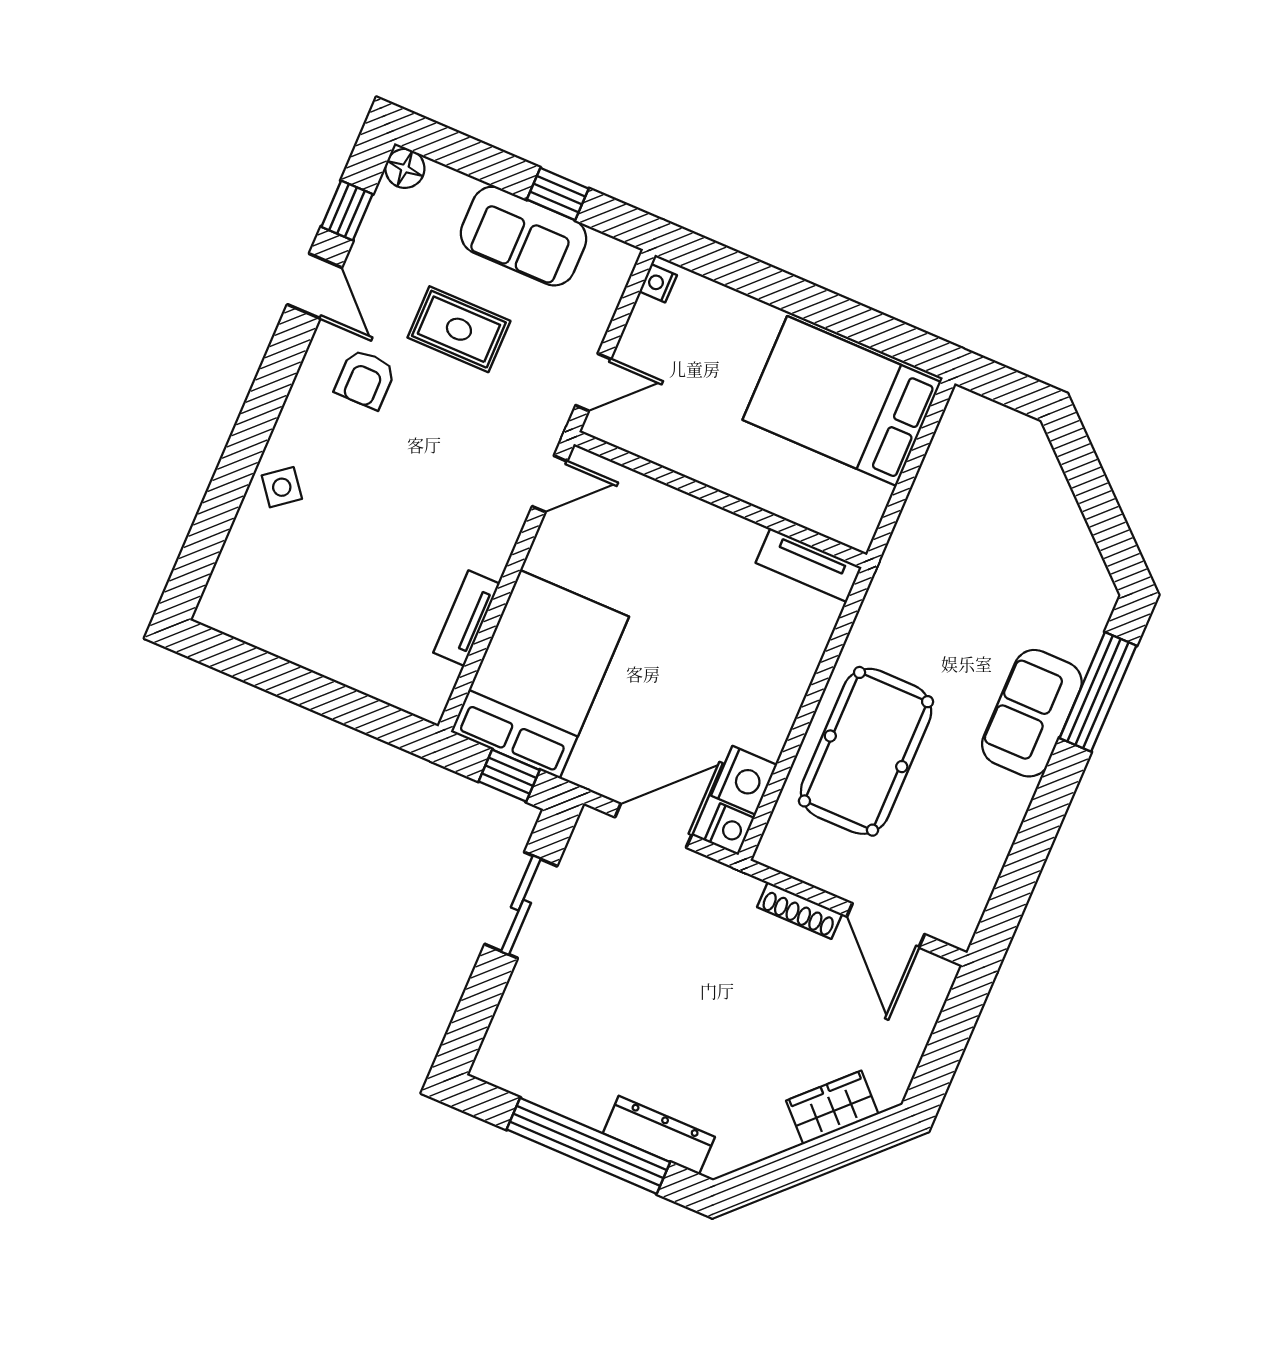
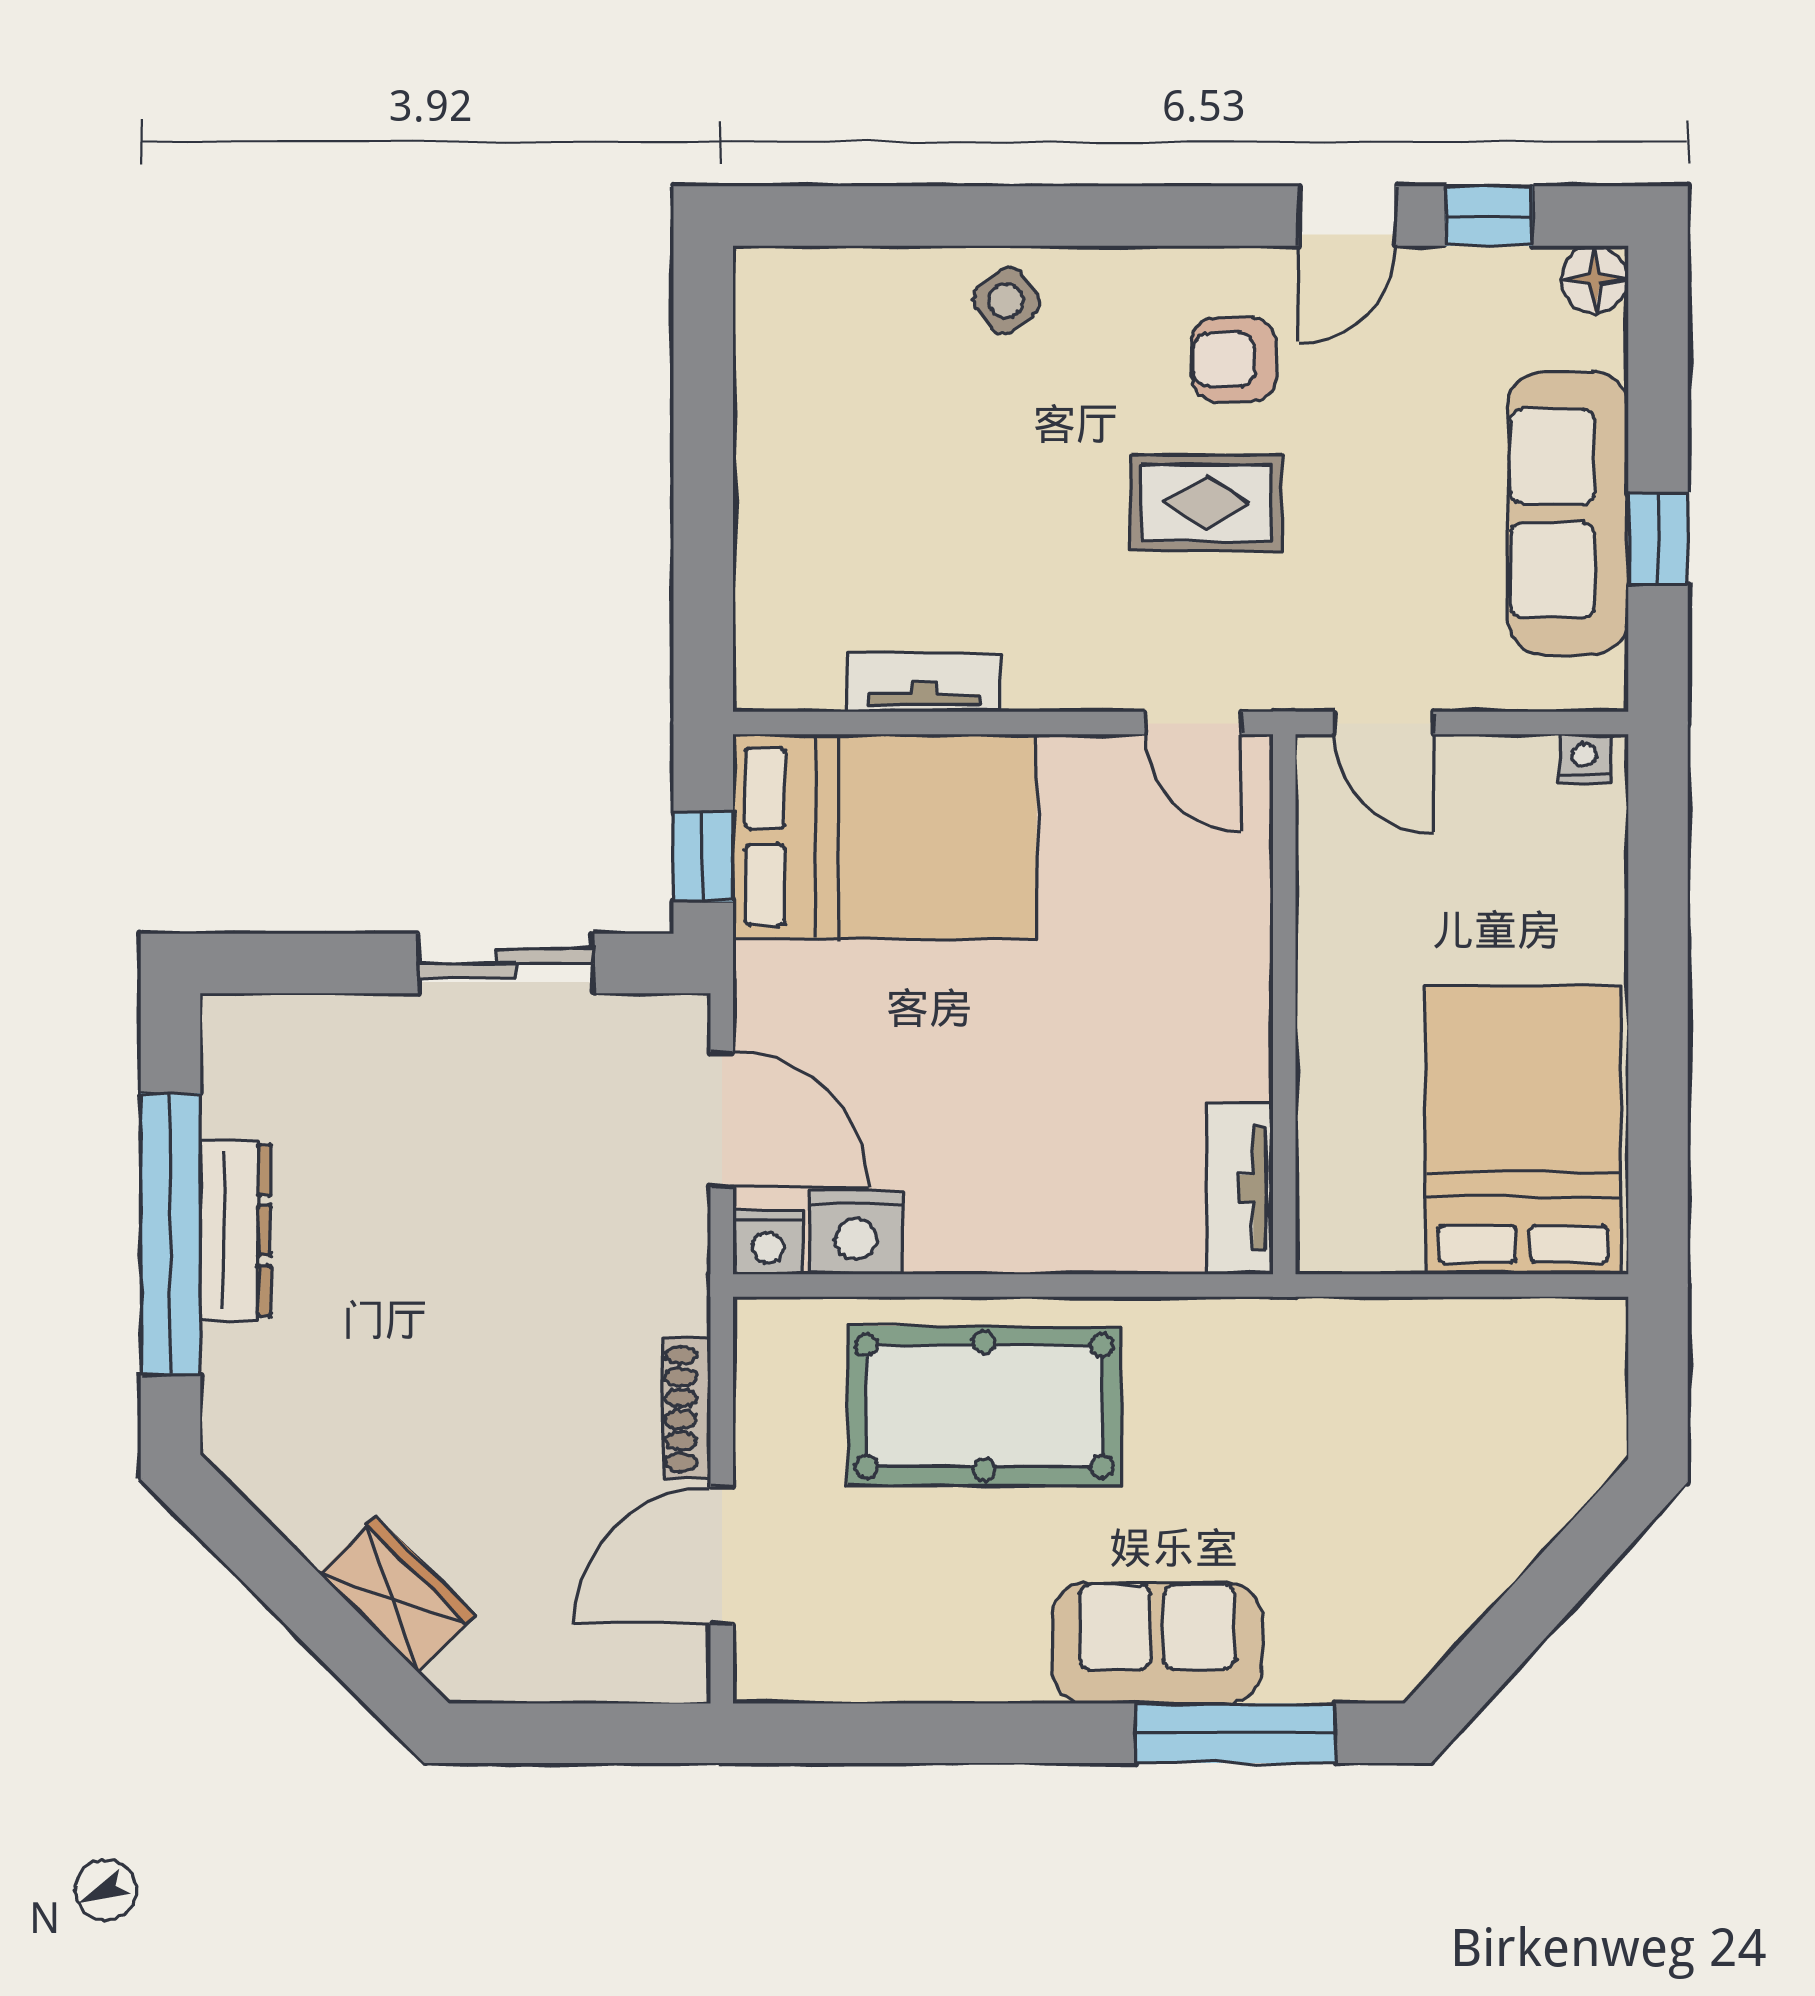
sofa: (523, 236) -> (1568, 513), width x1.36
rug: (459, 329) -> (1206, 503), moved, turned 90
dresser: (659, 1135) -> (235, 1230), moved

